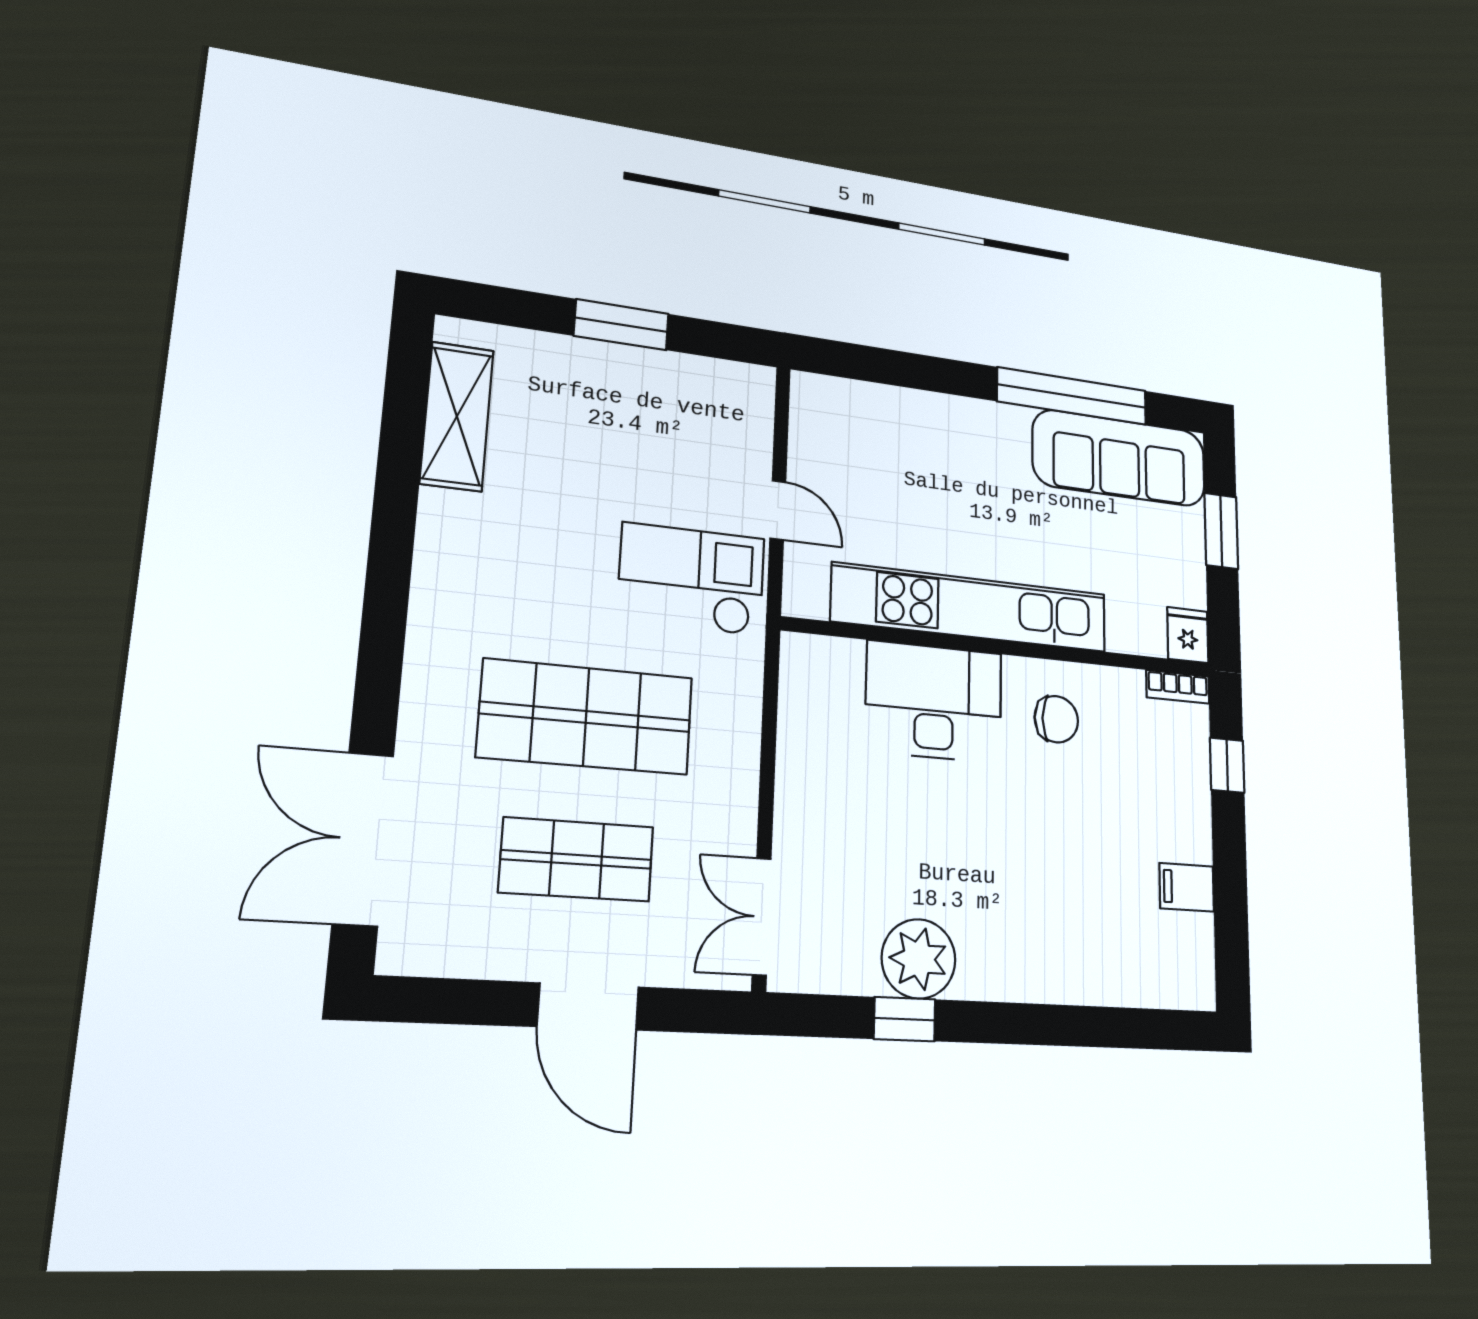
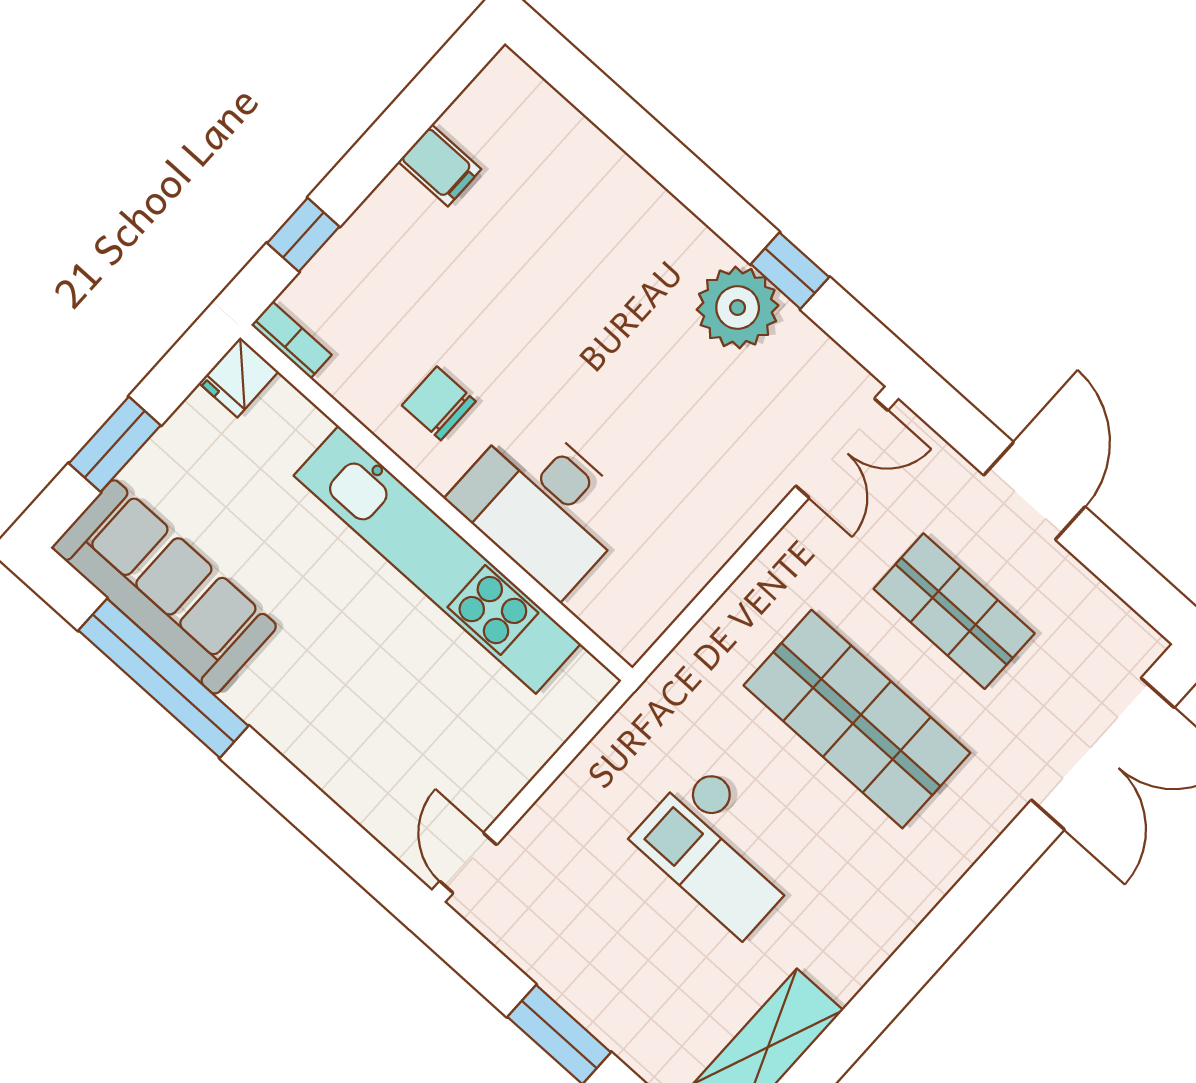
door: (778, 510) -> (468, 863), moved
checkout: (692, 579) -> (721, 850), moved

